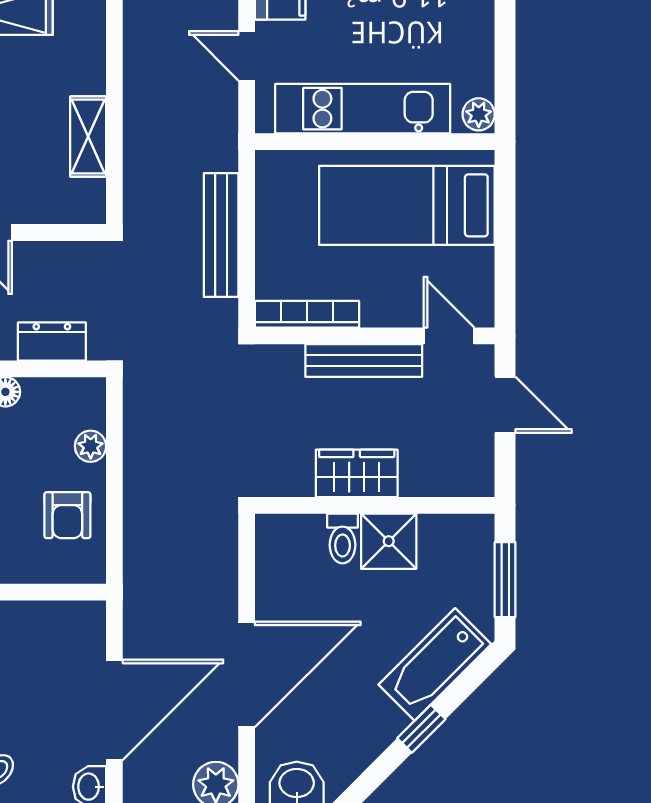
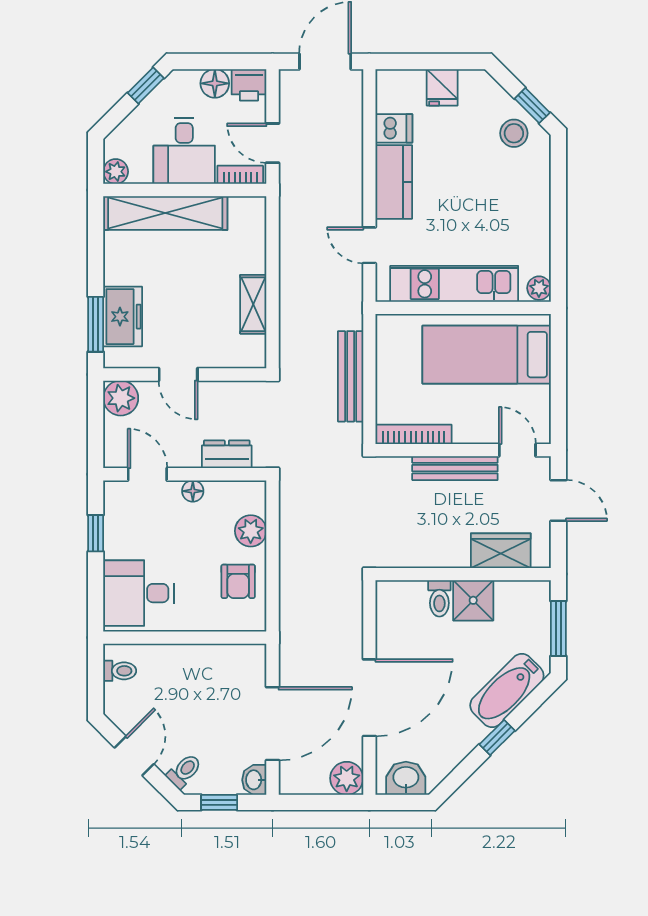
plant: (91, 446) -> (251, 531), width x1.38, depth x1.38
wardrobe: (357, 473) -> (501, 551), moved

